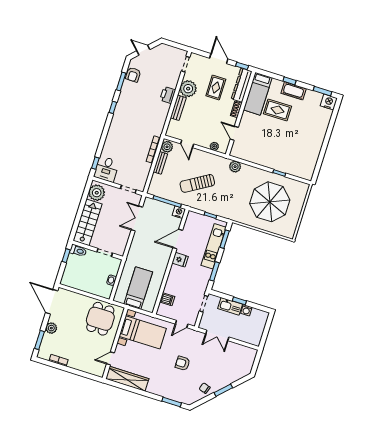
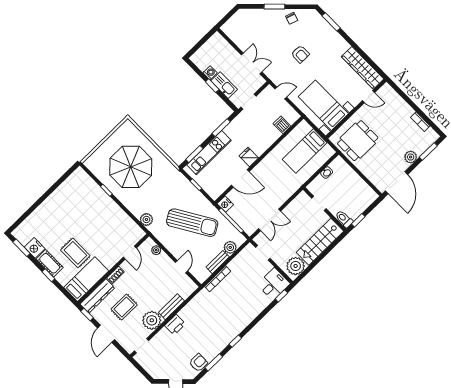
nightstand: (329, 102) -> (35, 248), moved
plant: (167, 147) -> (230, 247), moved
sun lounger: (197, 183) -> (192, 223), width x1.36, depth x1.34

